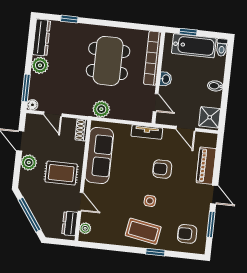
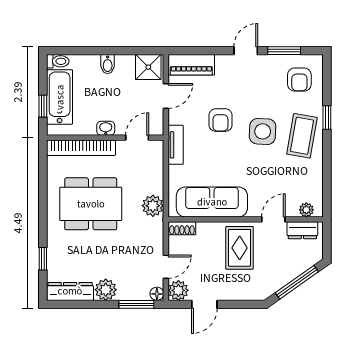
plant: (29, 162) -> (178, 290), moved
piano: (206, 166) -> (191, 65), moved
side table: (150, 201) -> (263, 131), width x1.87, depth x1.87

